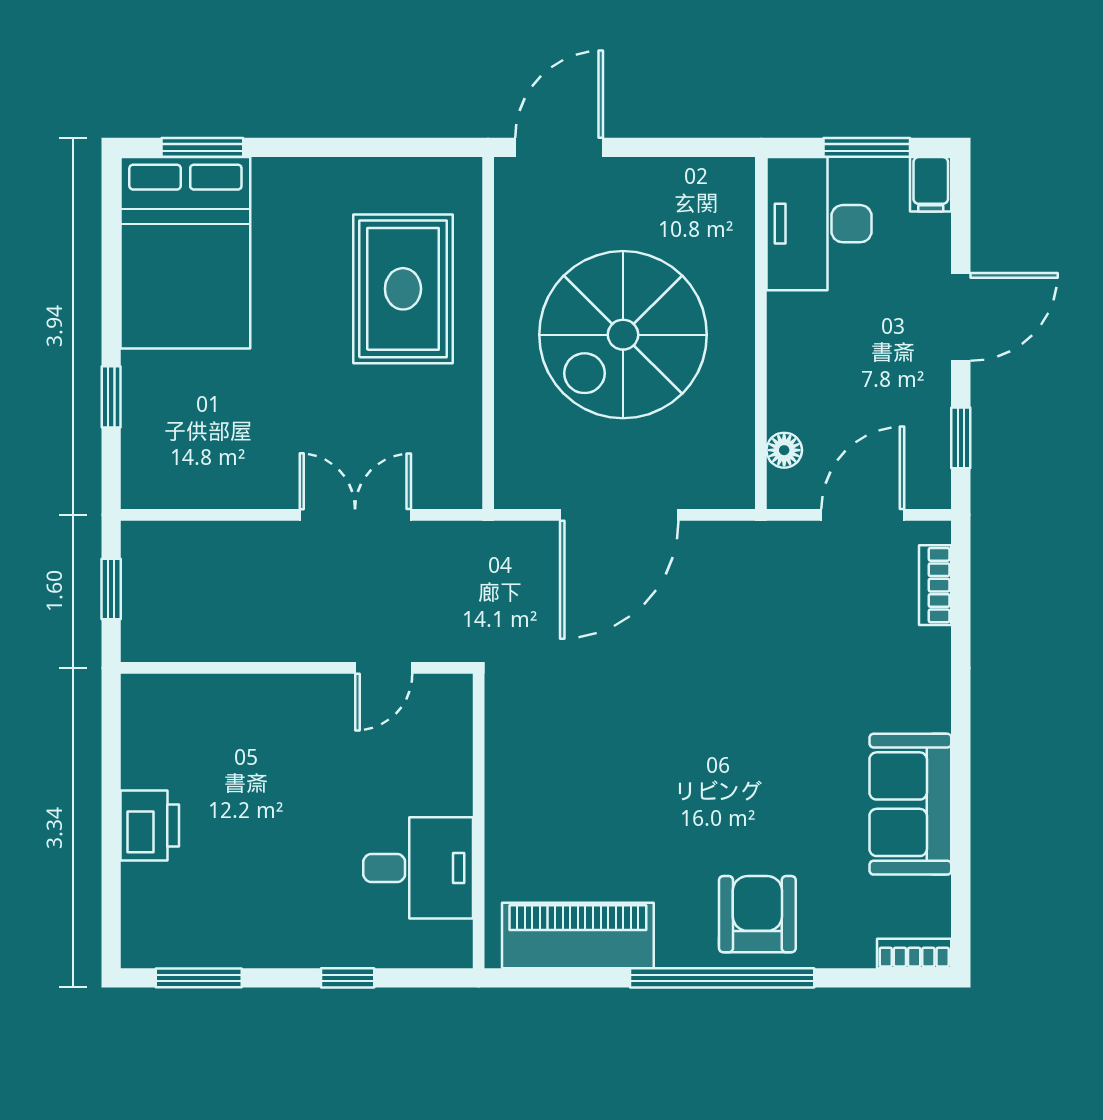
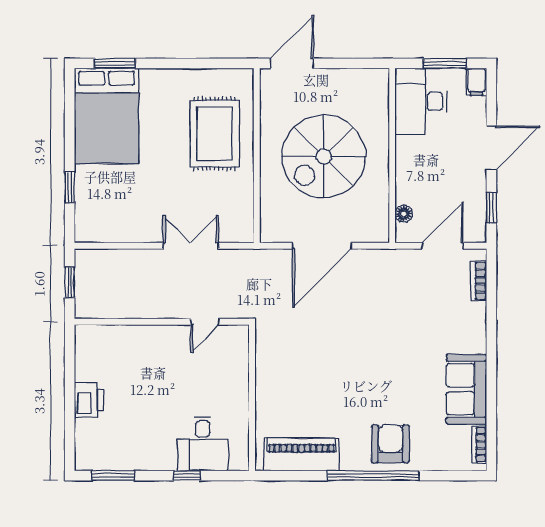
desk: (418, 868) -> (203, 444), moved, turned 90
bookcase: (914, 954) -> (479, 445), moved, turned -90

